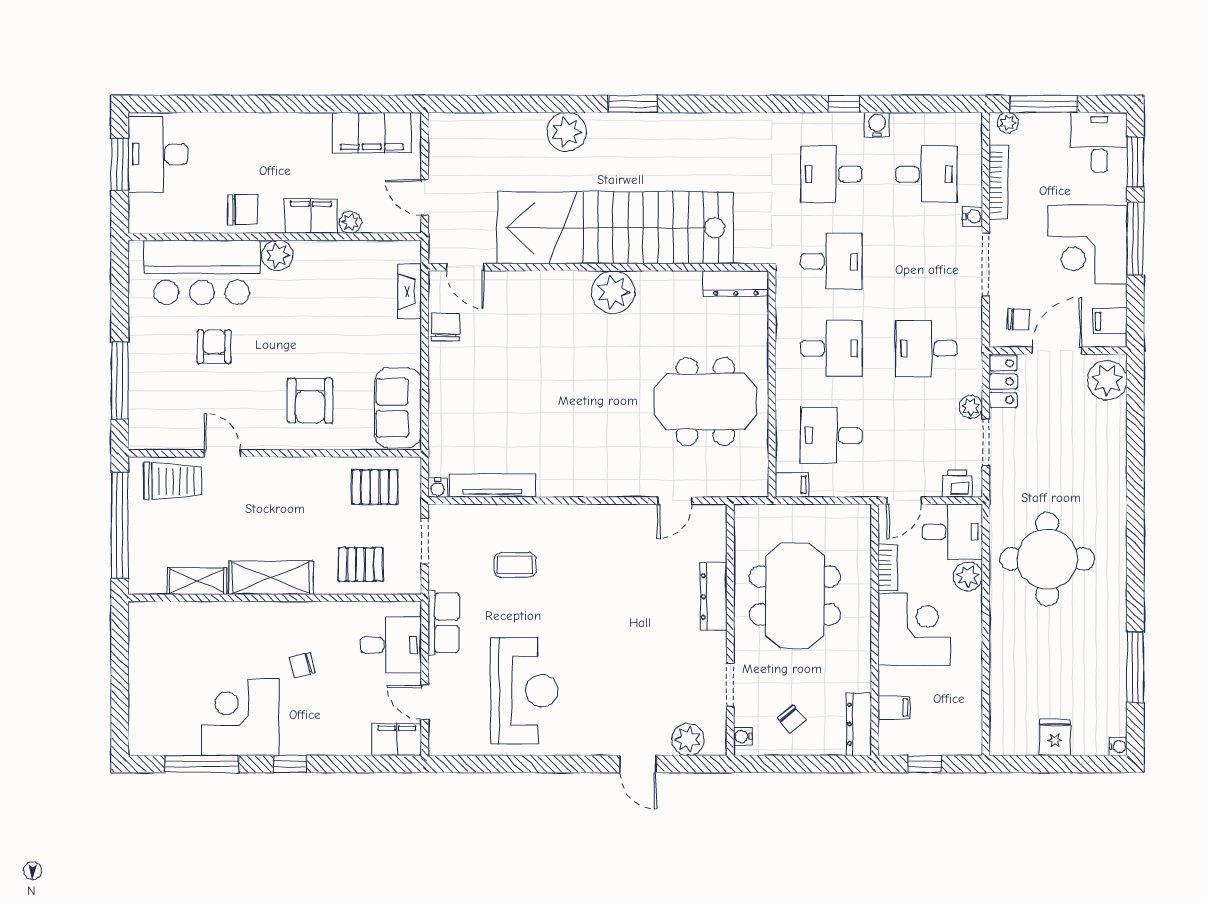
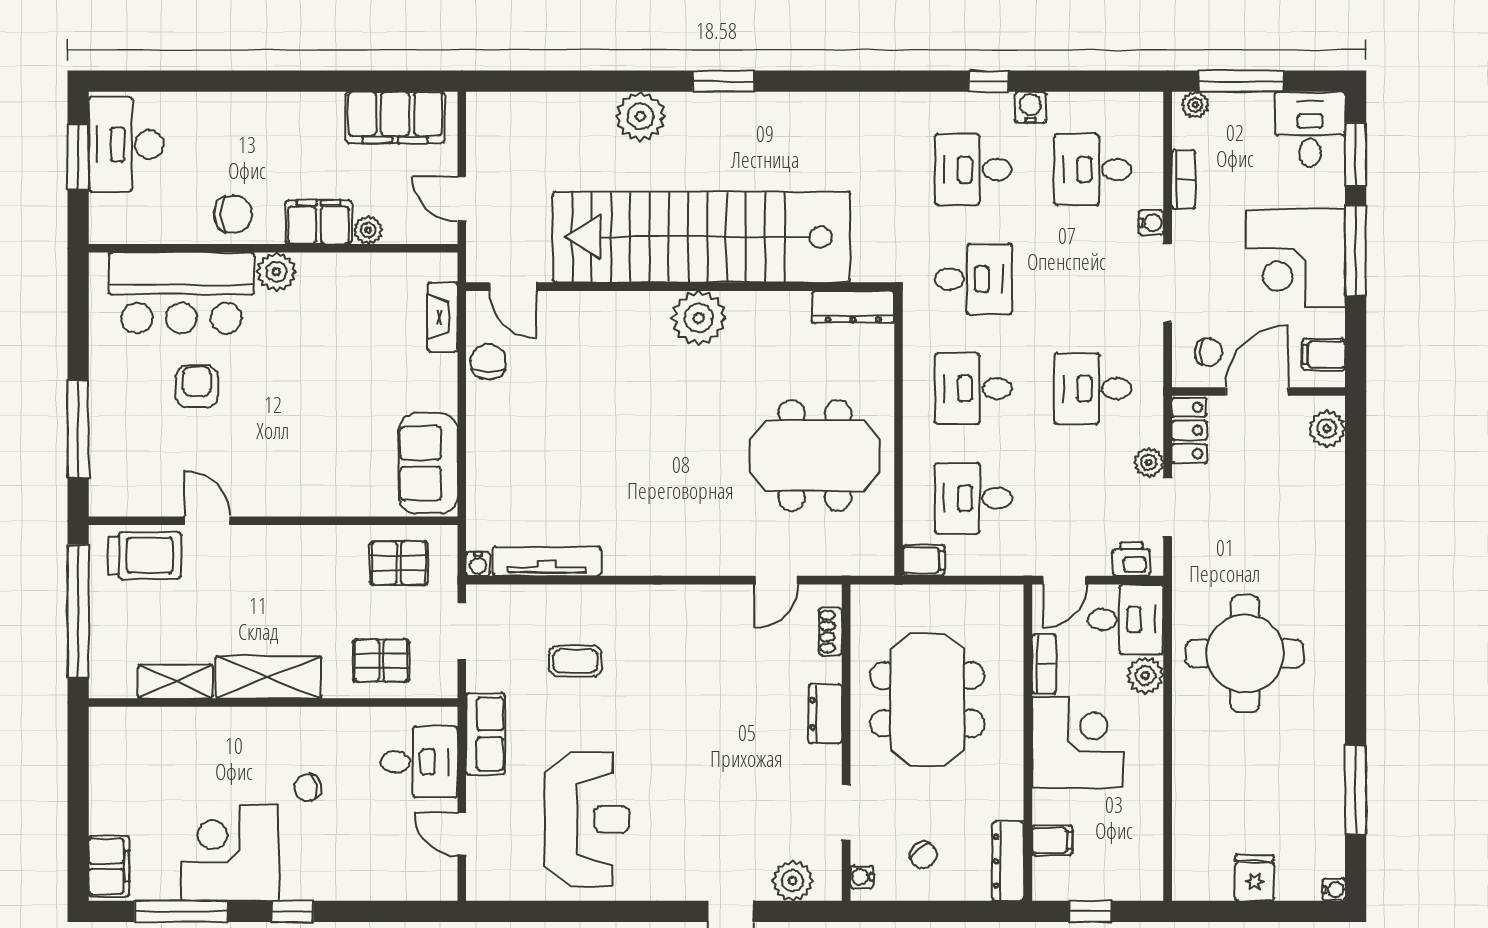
desk: (926, 174) -> (1093, 170), turned 180
bookcase: (999, 182) -> (1184, 180), width x0.64
desk: (831, 348) -> (973, 389), turned 180
plant: (1107, 380) -> (1327, 429), width x0.73, depth x0.73
armchair: (310, 401) -> (318, 454), removed
shoe rack: (718, 541) -> (830, 631), added
dresser: (714, 596) -> (825, 714), width x0.70
filing cabinet: (397, 739) -> (109, 866), moved, turned 90

